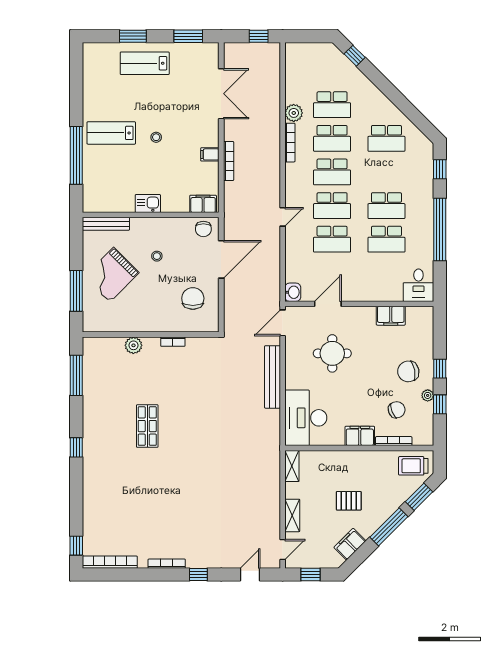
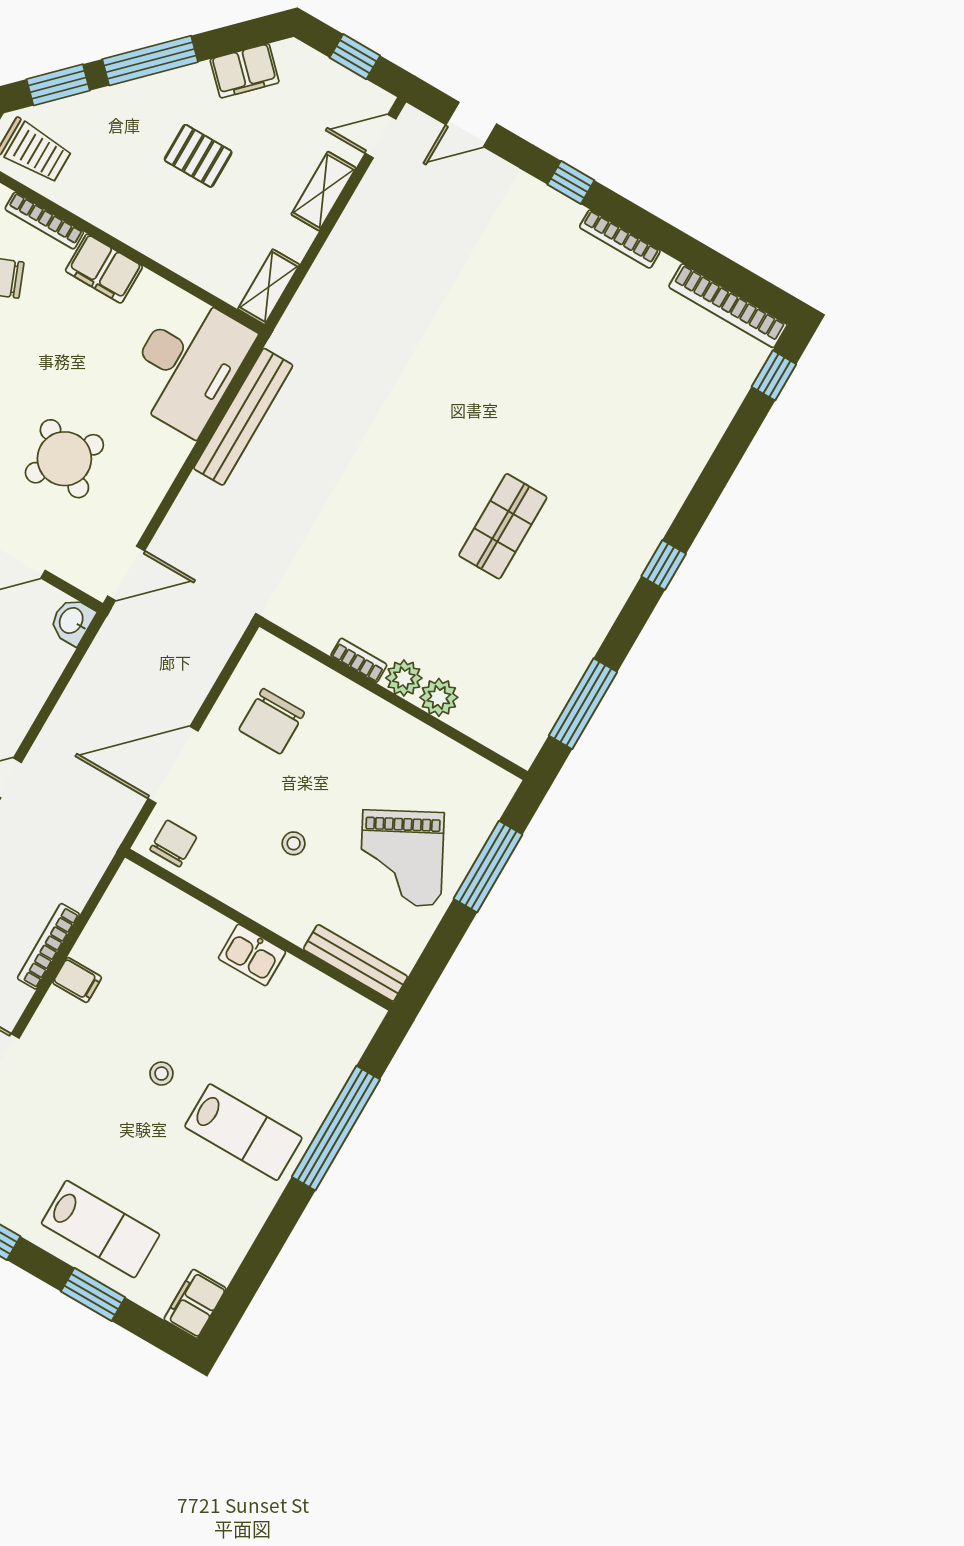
filing cabinet: (203, 204) -> (195, 1304), moved, turned 90
grand piano: (112, 275) -> (402, 858), turned 107
plant: (151, 345) -> (404, 678), added
round table: (332, 353) -> (64, 459), turned 34
bench: (272, 377) -> (243, 417), moved

